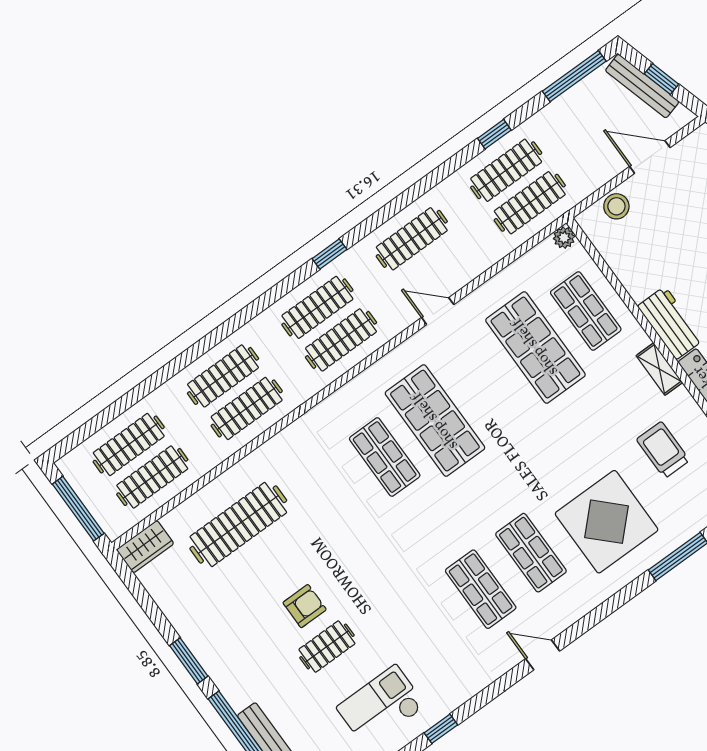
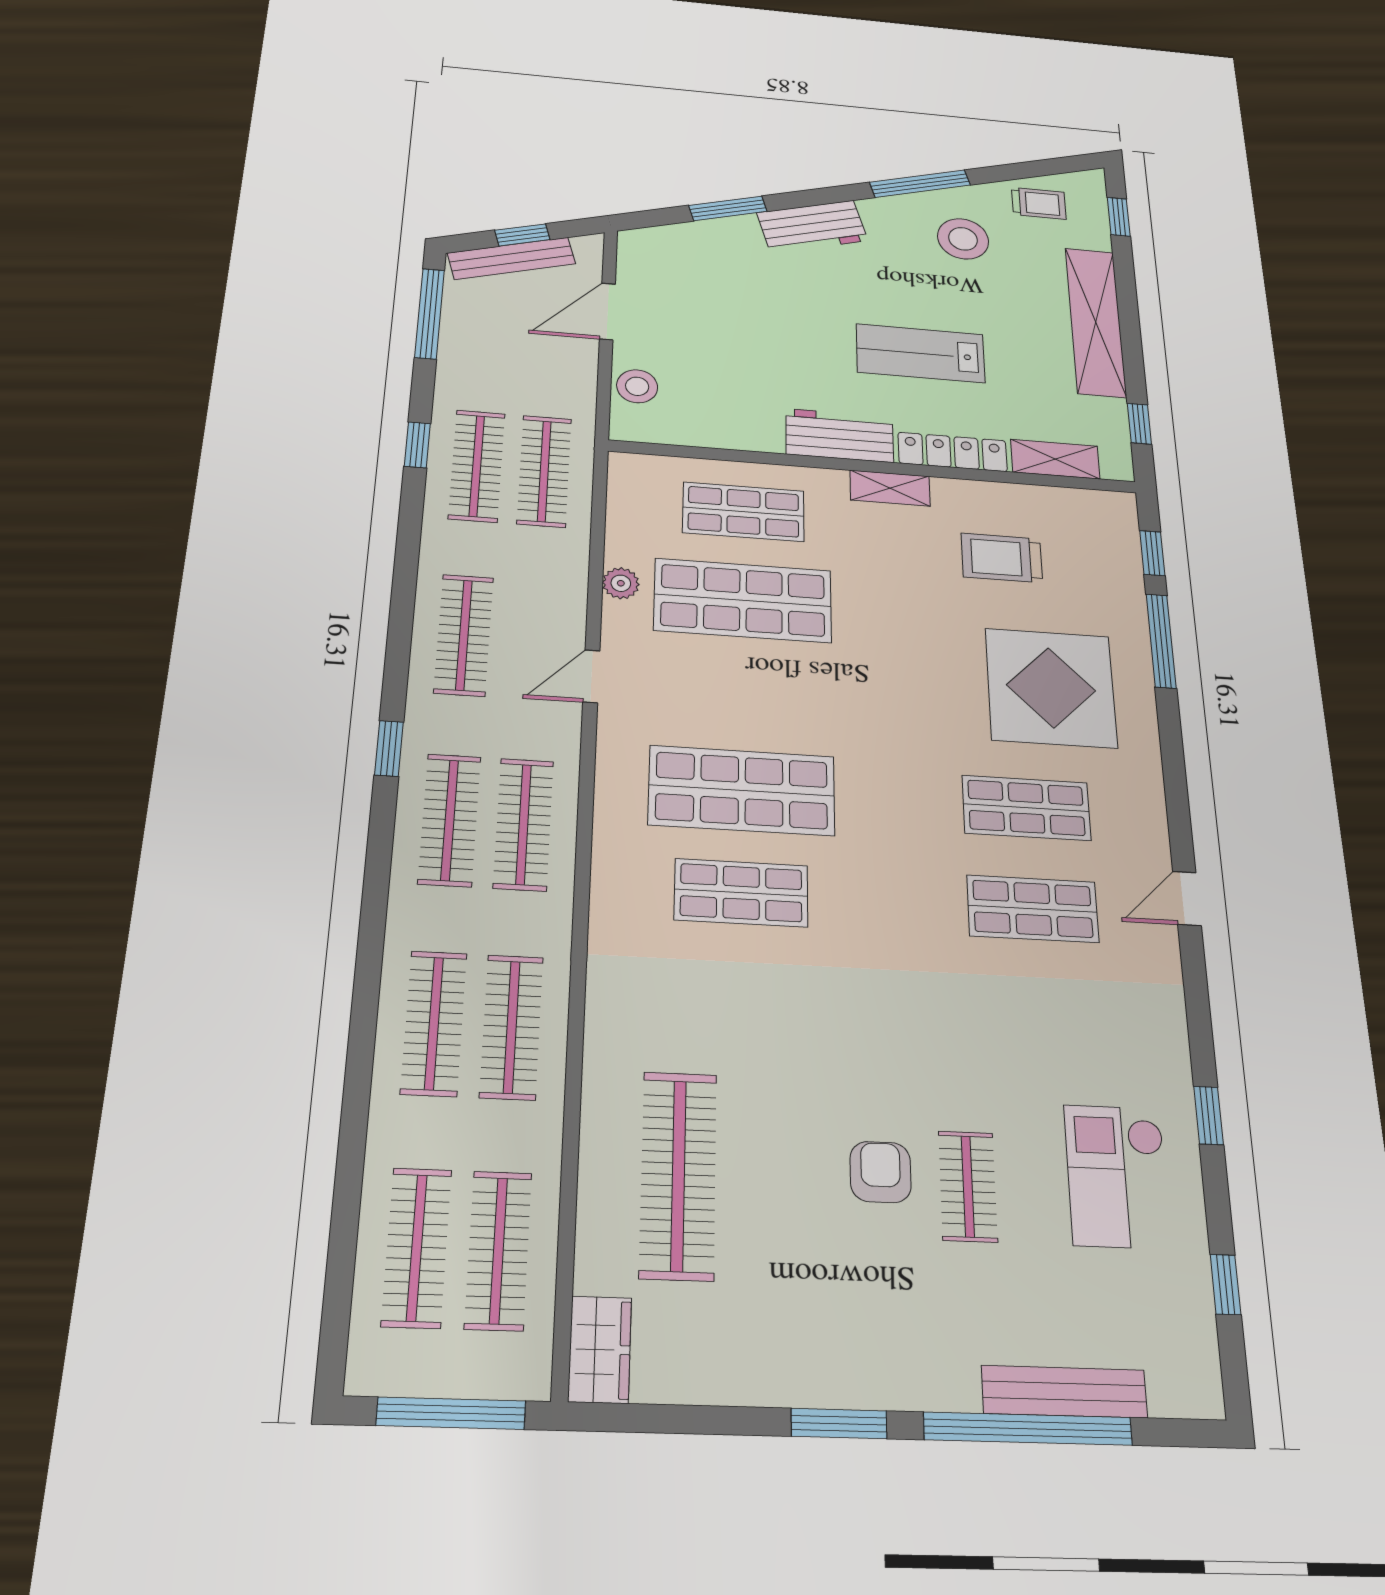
plant: (564, 238) -> (621, 583), moved

